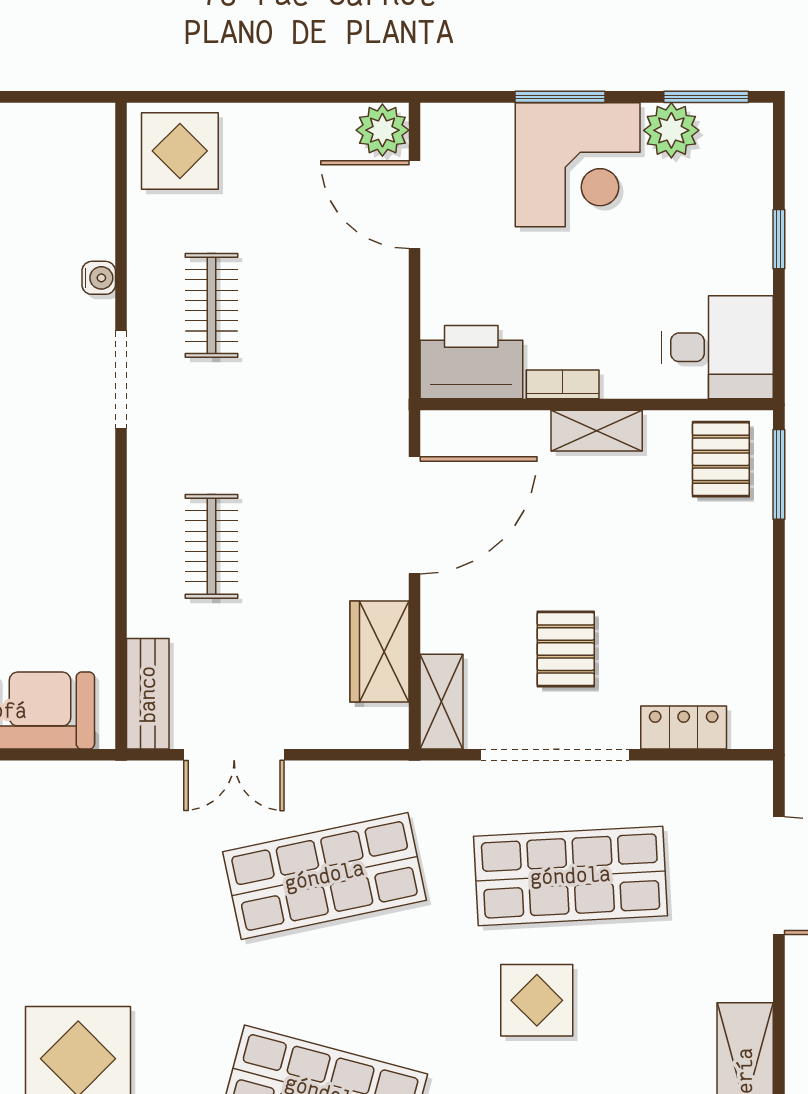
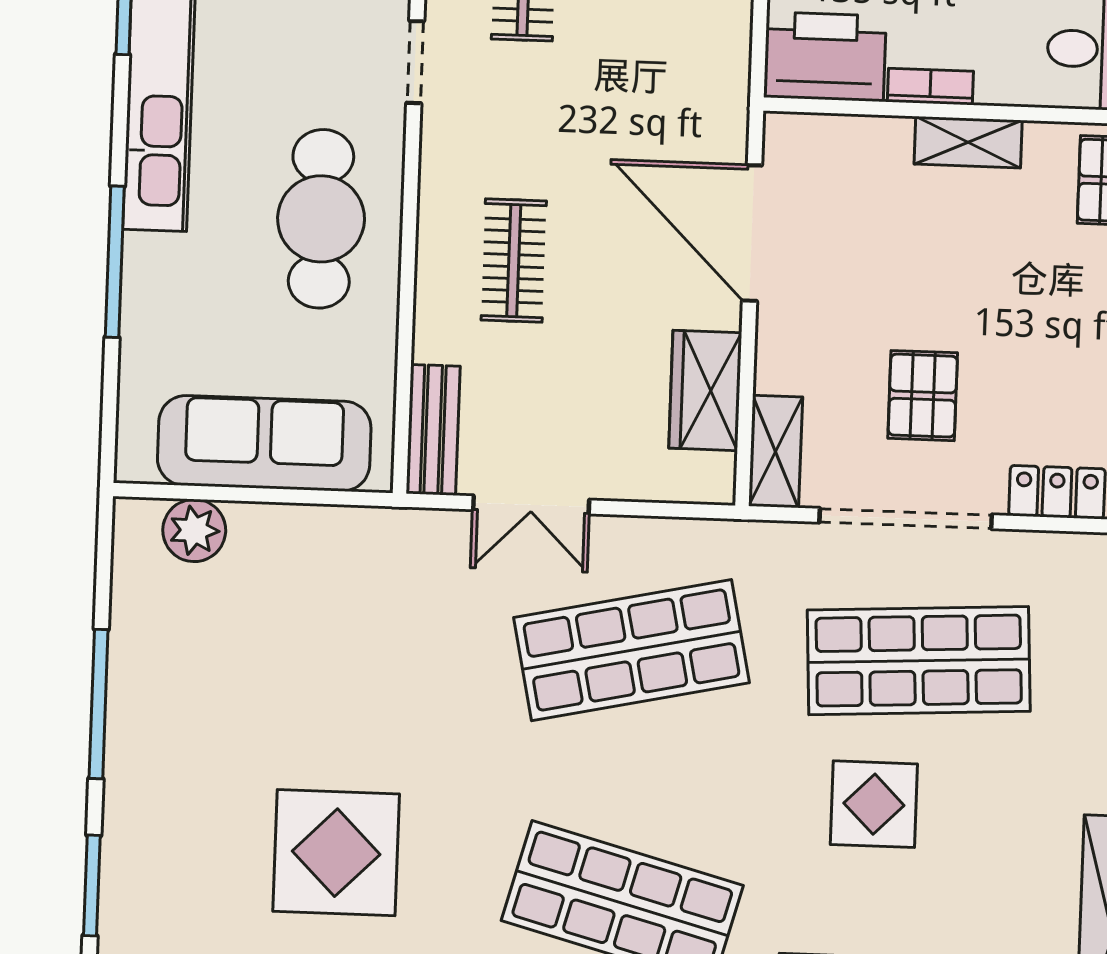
doorway: (121, 380) -> (415, 62), width x0.73
door: (414, 515) -> (752, 233), swing flipped
cafe table: (45, 517) -> (321, 219), added

